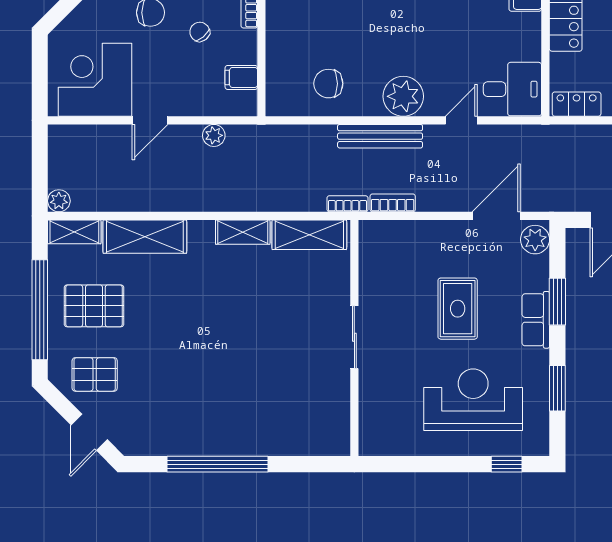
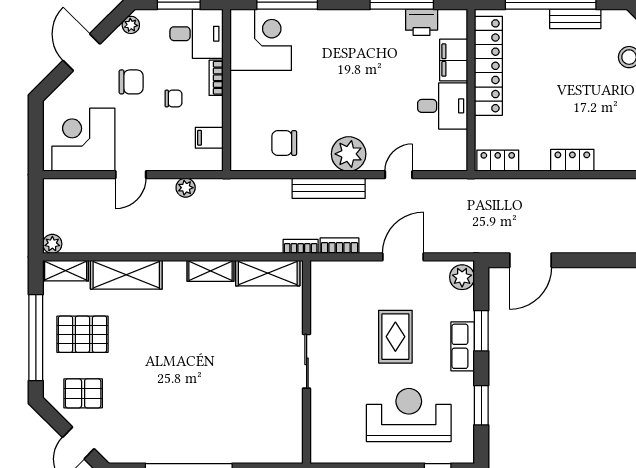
chair: (200, 32) -> (173, 99), turned 129
desk: (512, 89) -> (443, 106), moved
door: (496, 216) -> (403, 257), moved

